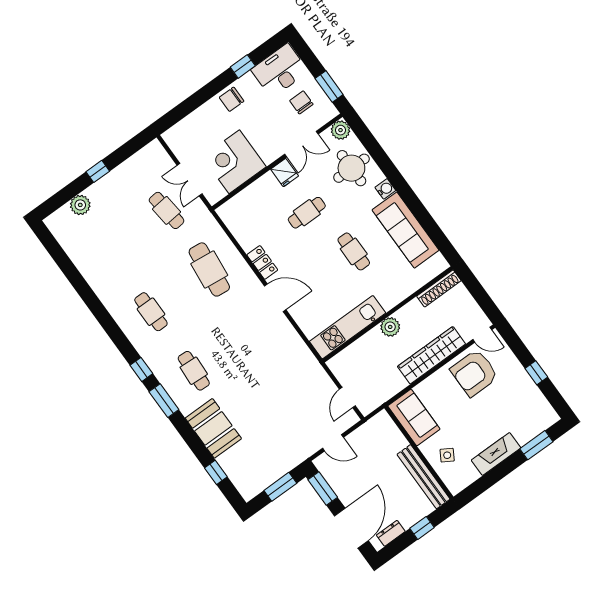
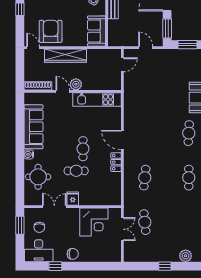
plant: (340, 130) -> (30, 200), removed
cafe table: (354, 251) -> (83, 149), moved
cafe table: (209, 269) -> (145, 178), width x0.73, depth x0.74
door: (401, 305) -> (63, 91), added
armchair: (474, 373) -> (51, 31), turned -90

